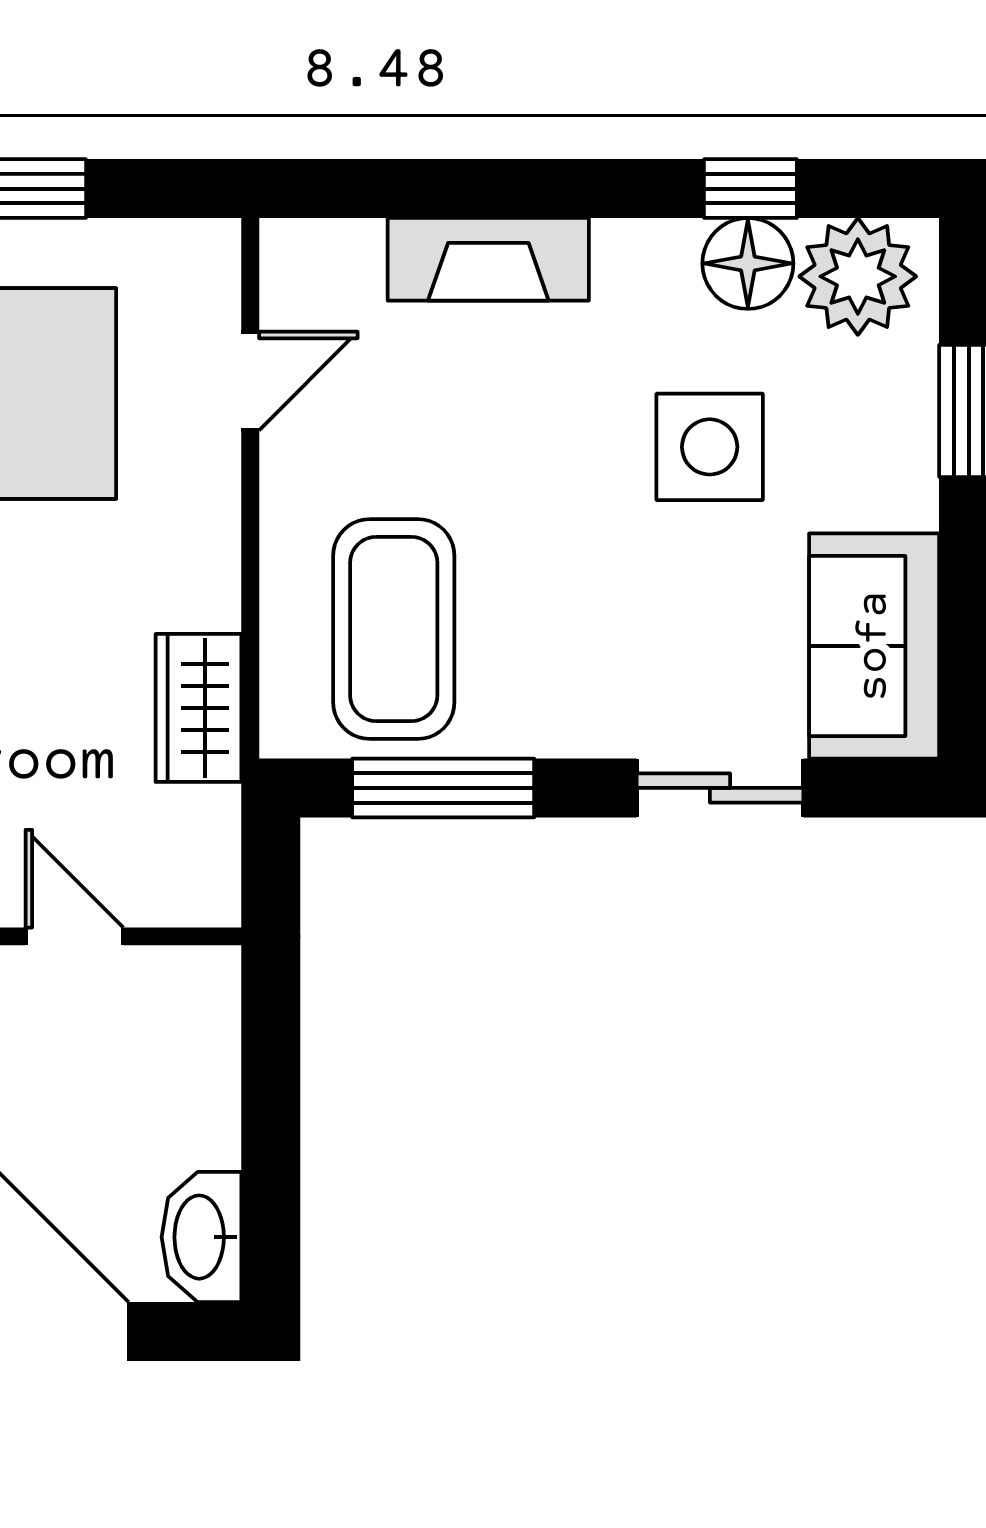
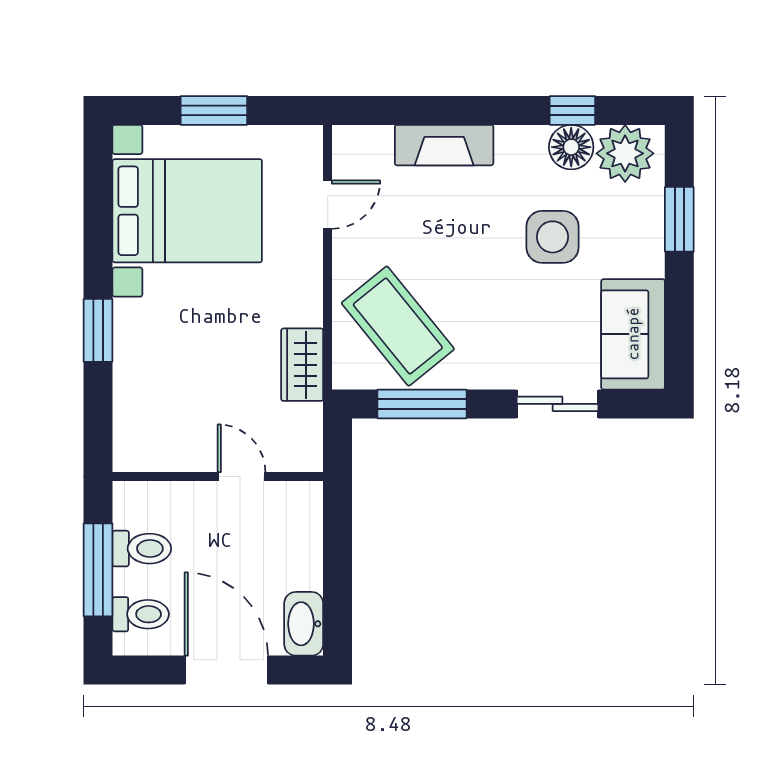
coffee table: (394, 629) -> (398, 326), turned -39

